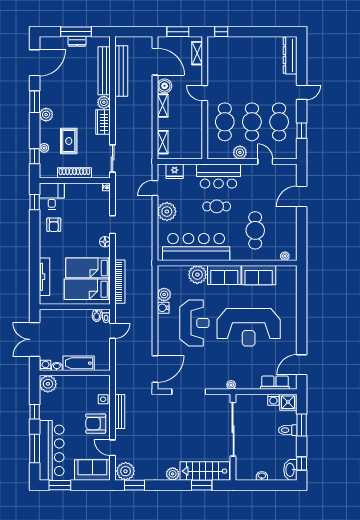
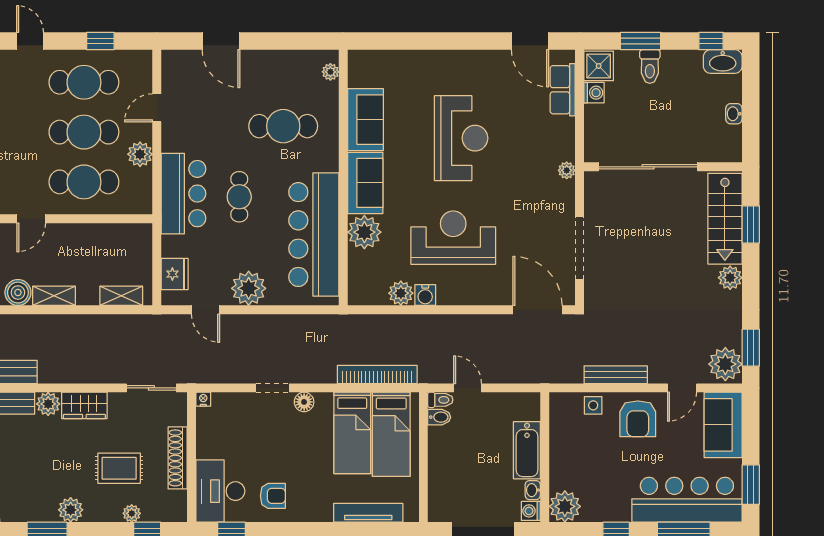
desk: (52, 196) -> (220, 491), width x1.37
reception desk: (249, 327) -> (461, 138), width x0.74, depth x0.77

